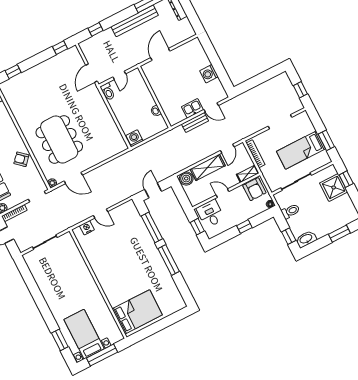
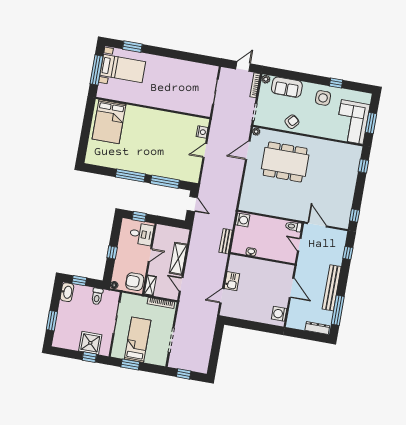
washing machine: (209, 74) -> (279, 314), moved, turned -90
bench: (195, 122) -> (226, 241), moved
boiler: (186, 179) -> (182, 236), removed

